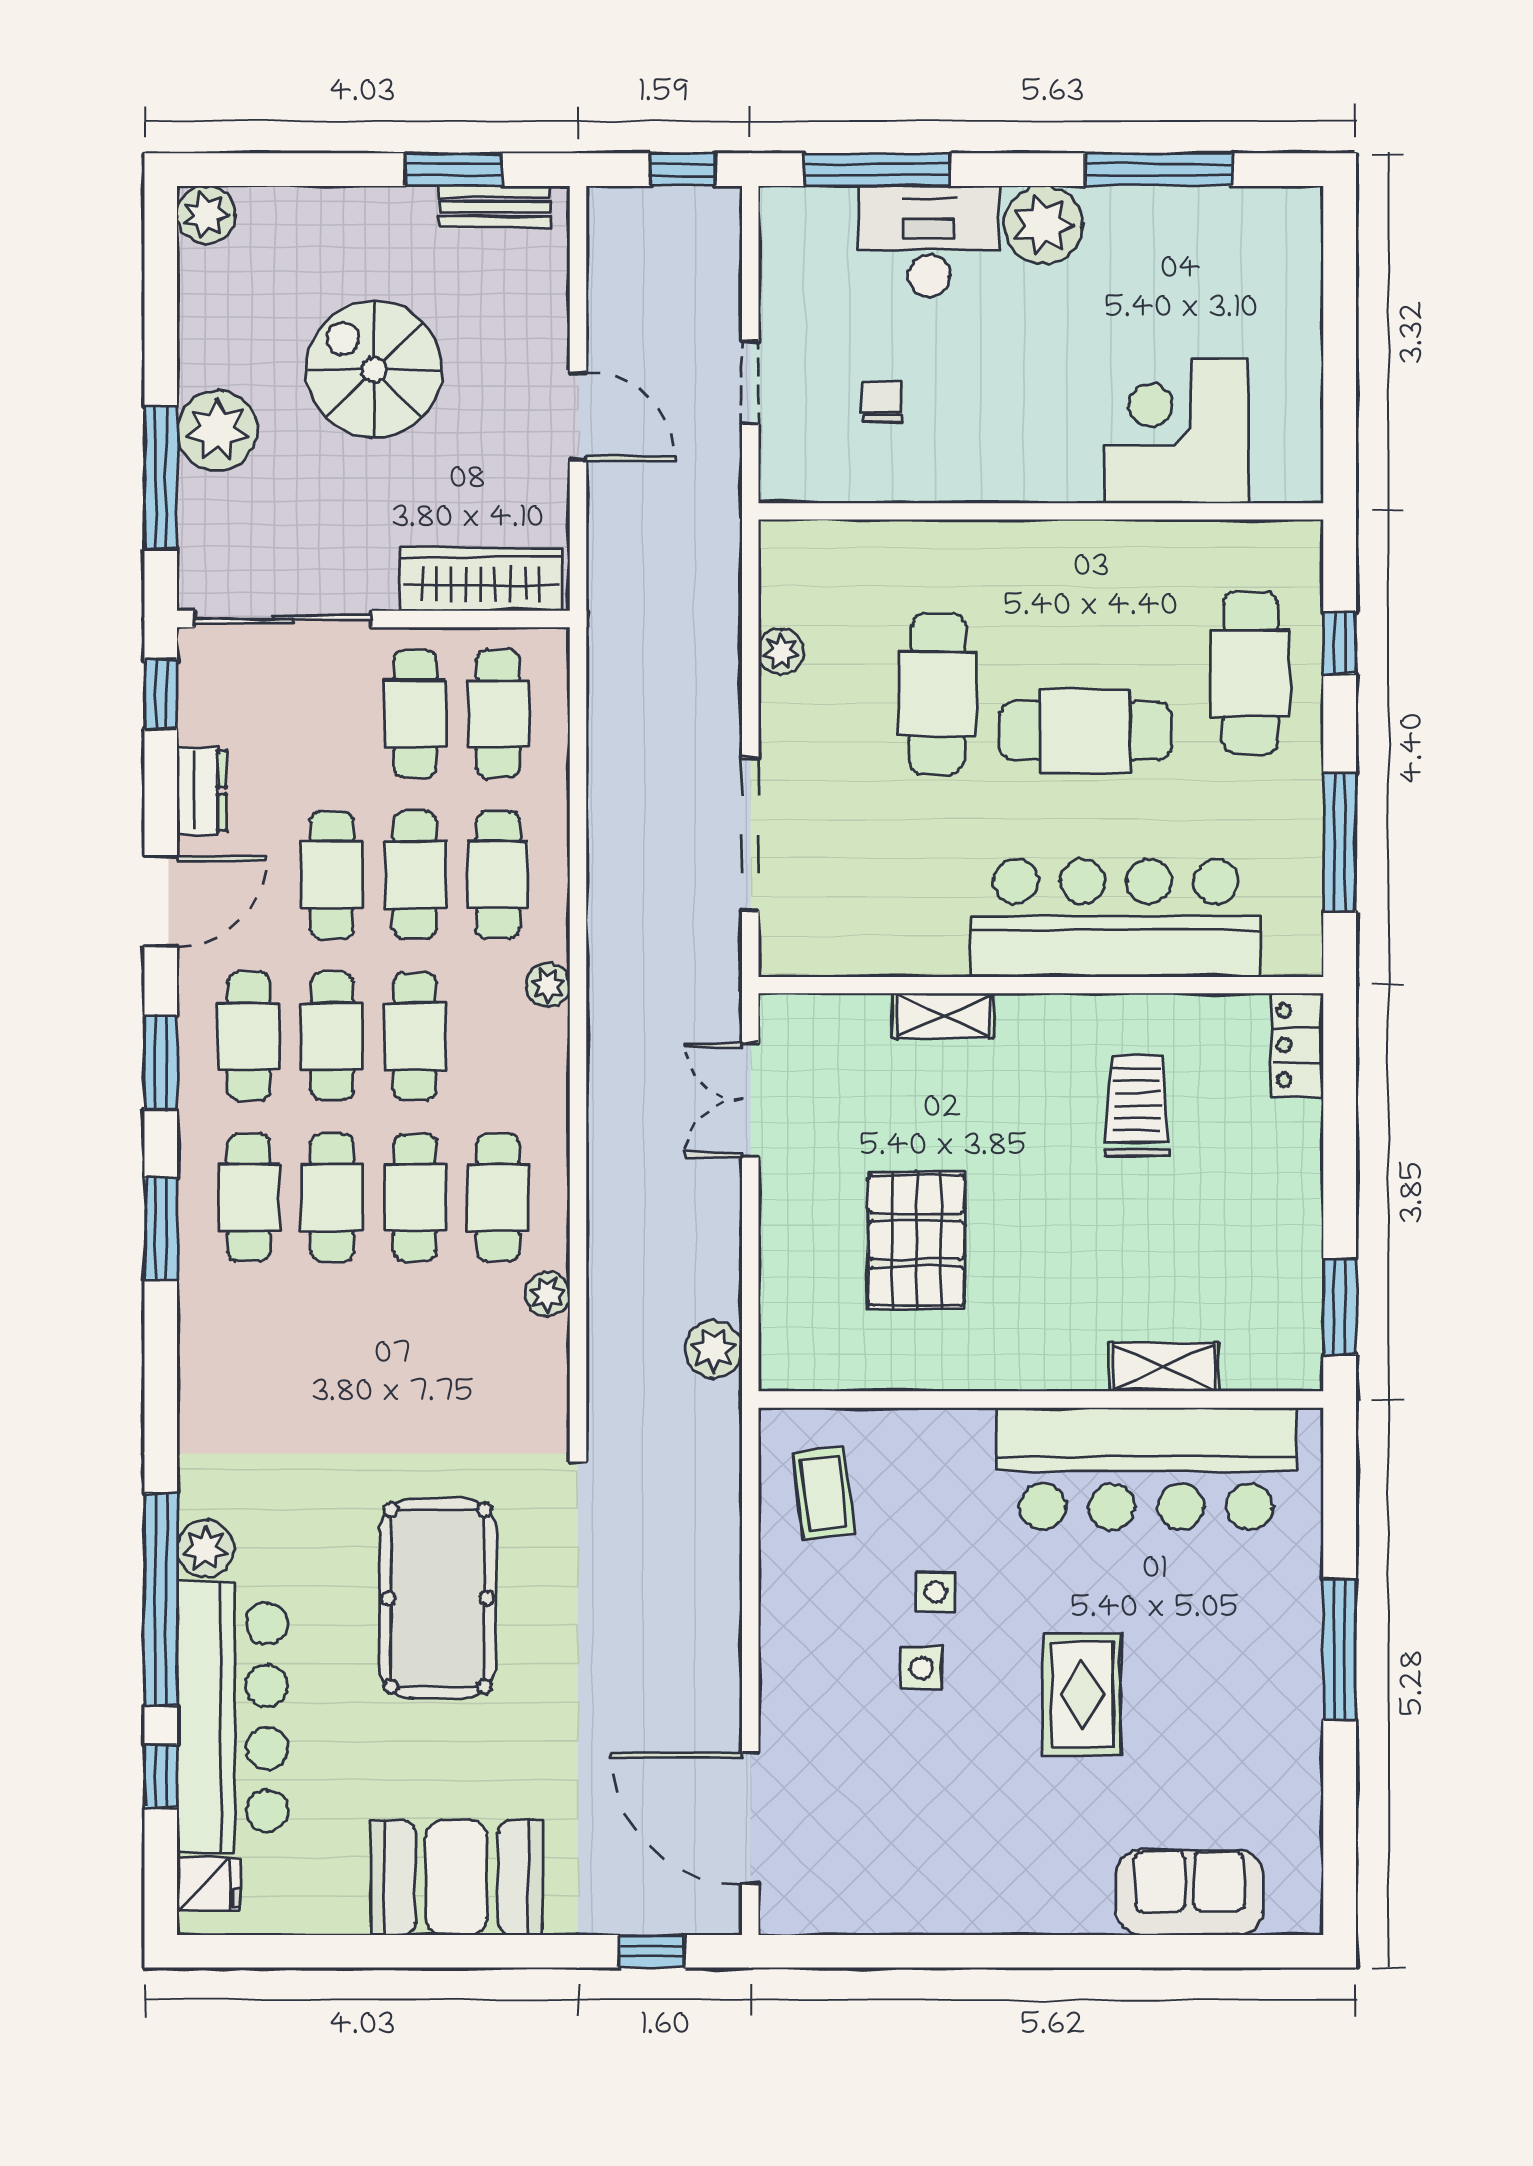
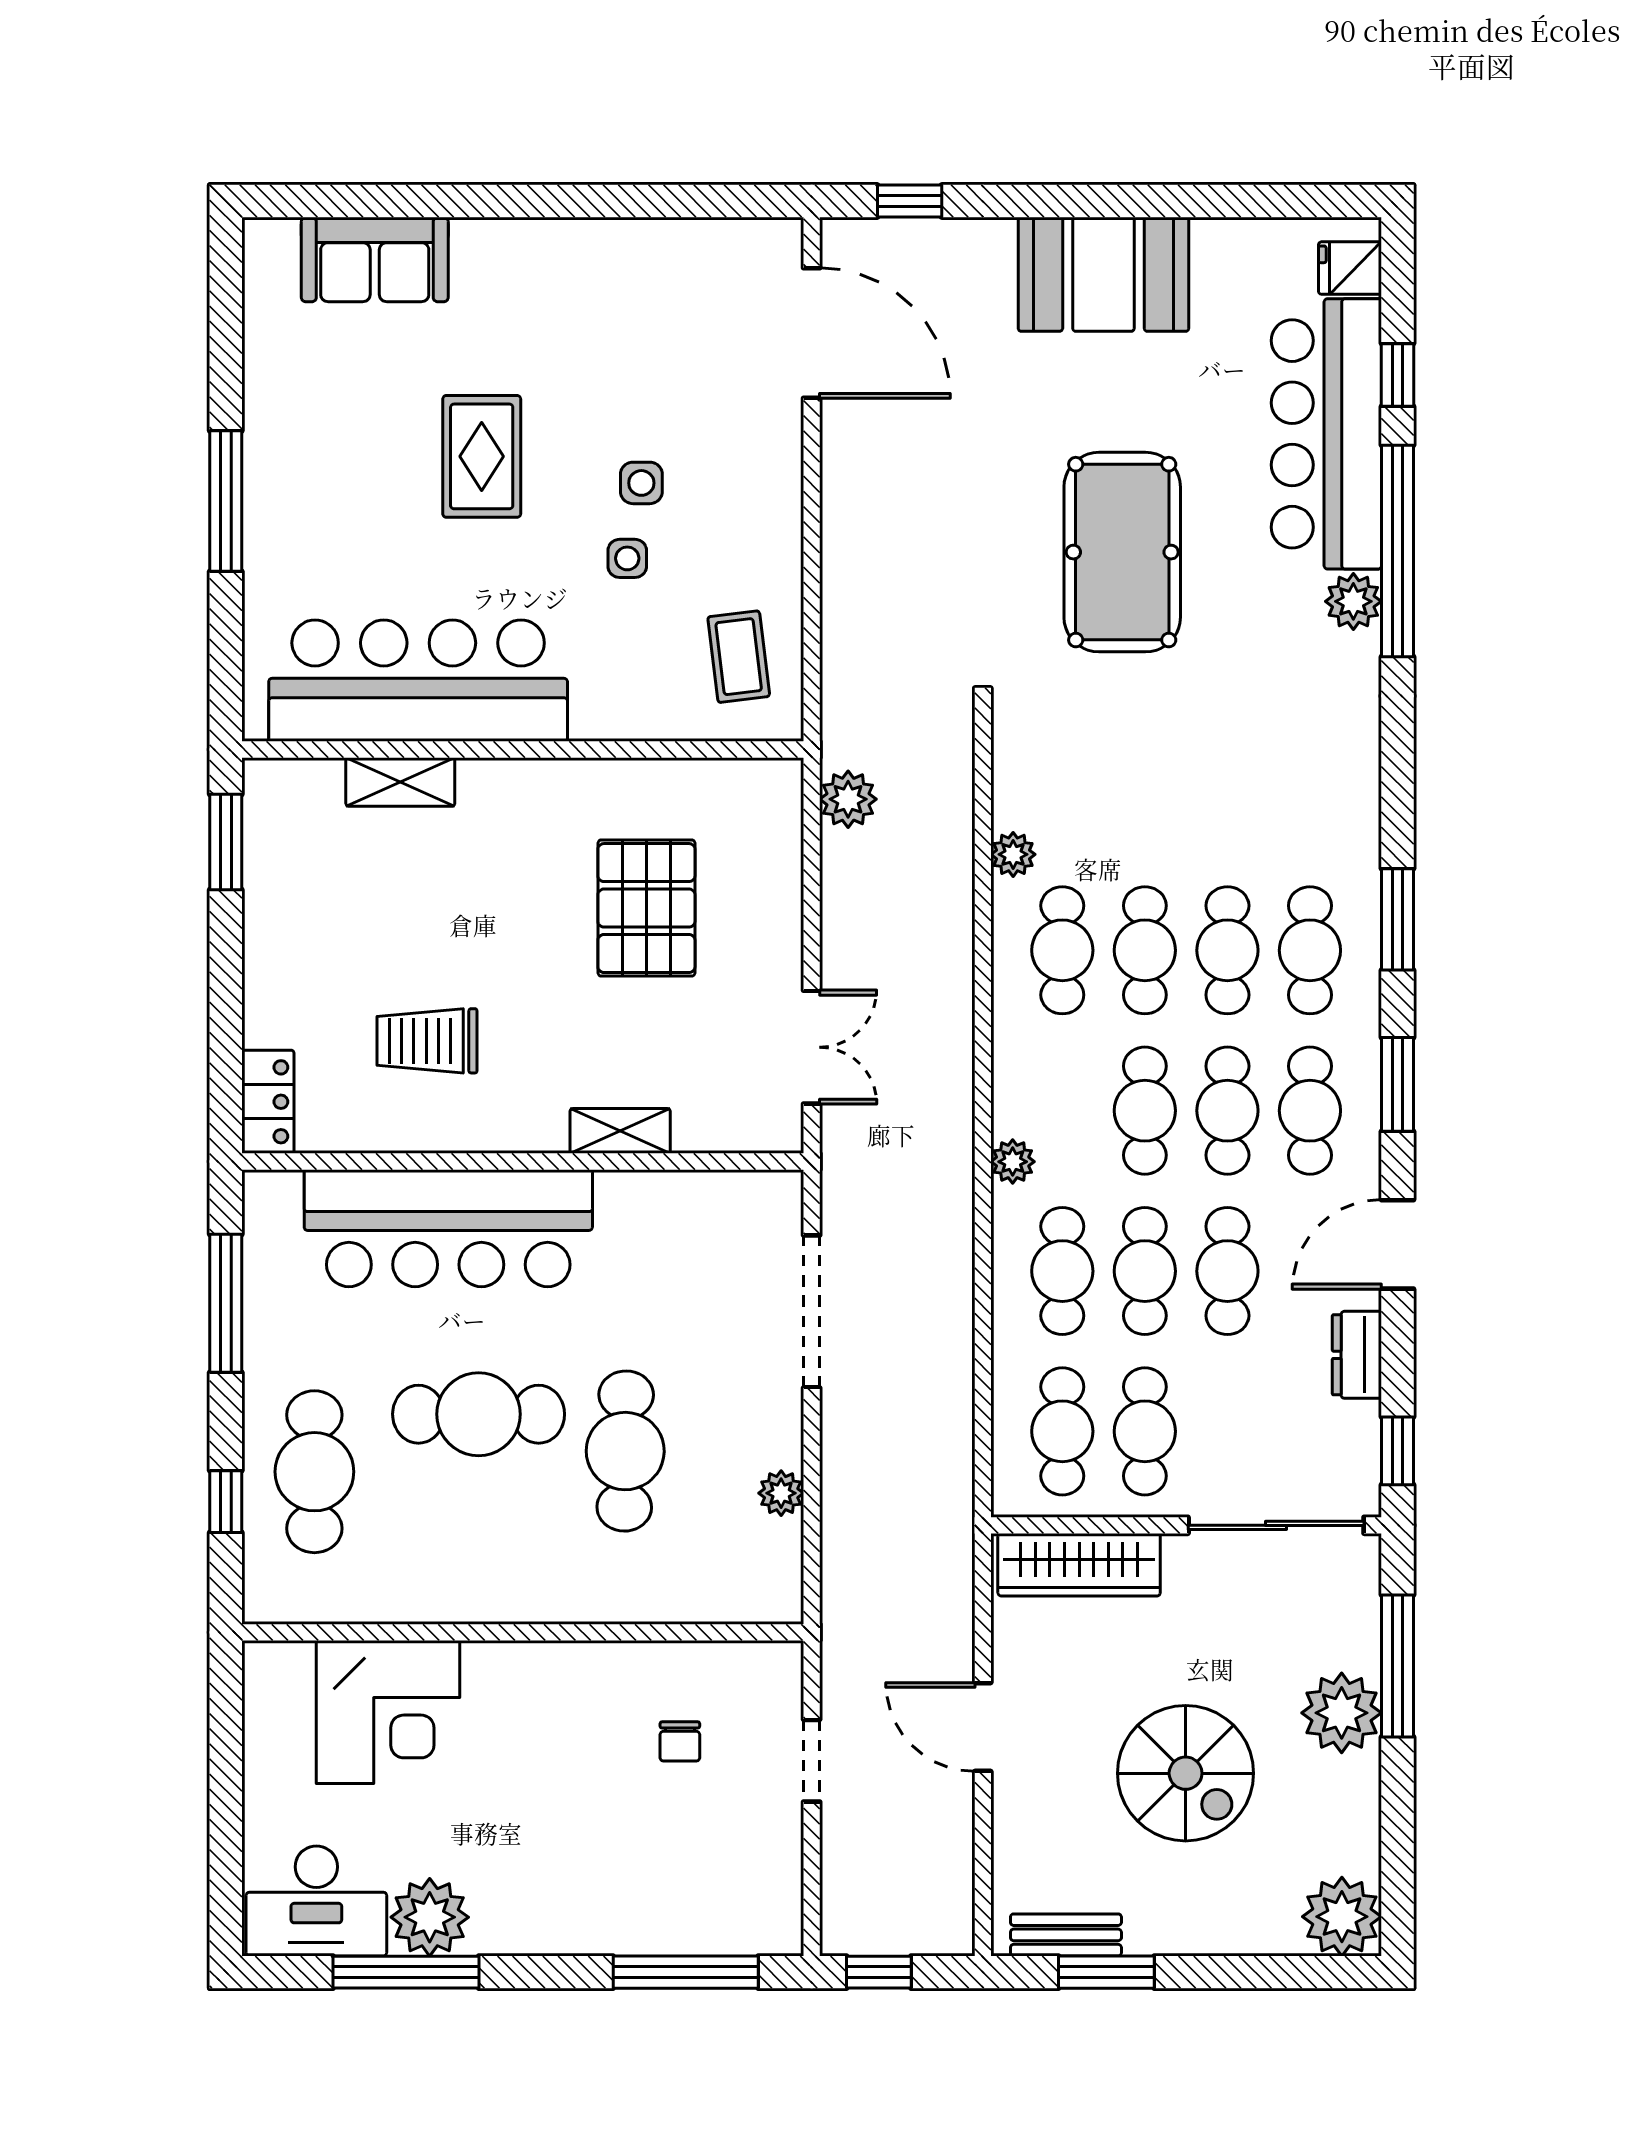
plant: (206, 215) -> (1342, 1917), width x1.36, depth x1.36
plant: (1043, 225) -> (430, 1917), moved
desk: (929, 241) -> (316, 1901), moved
trolley: (1137, 1106) -> (427, 1041), turned 90

